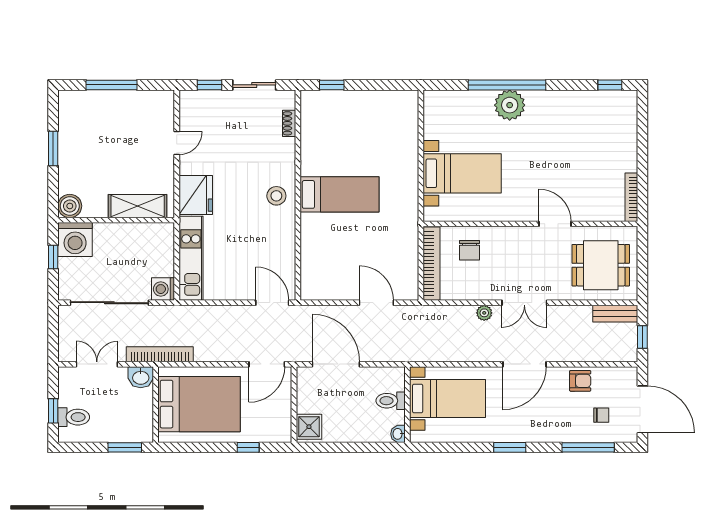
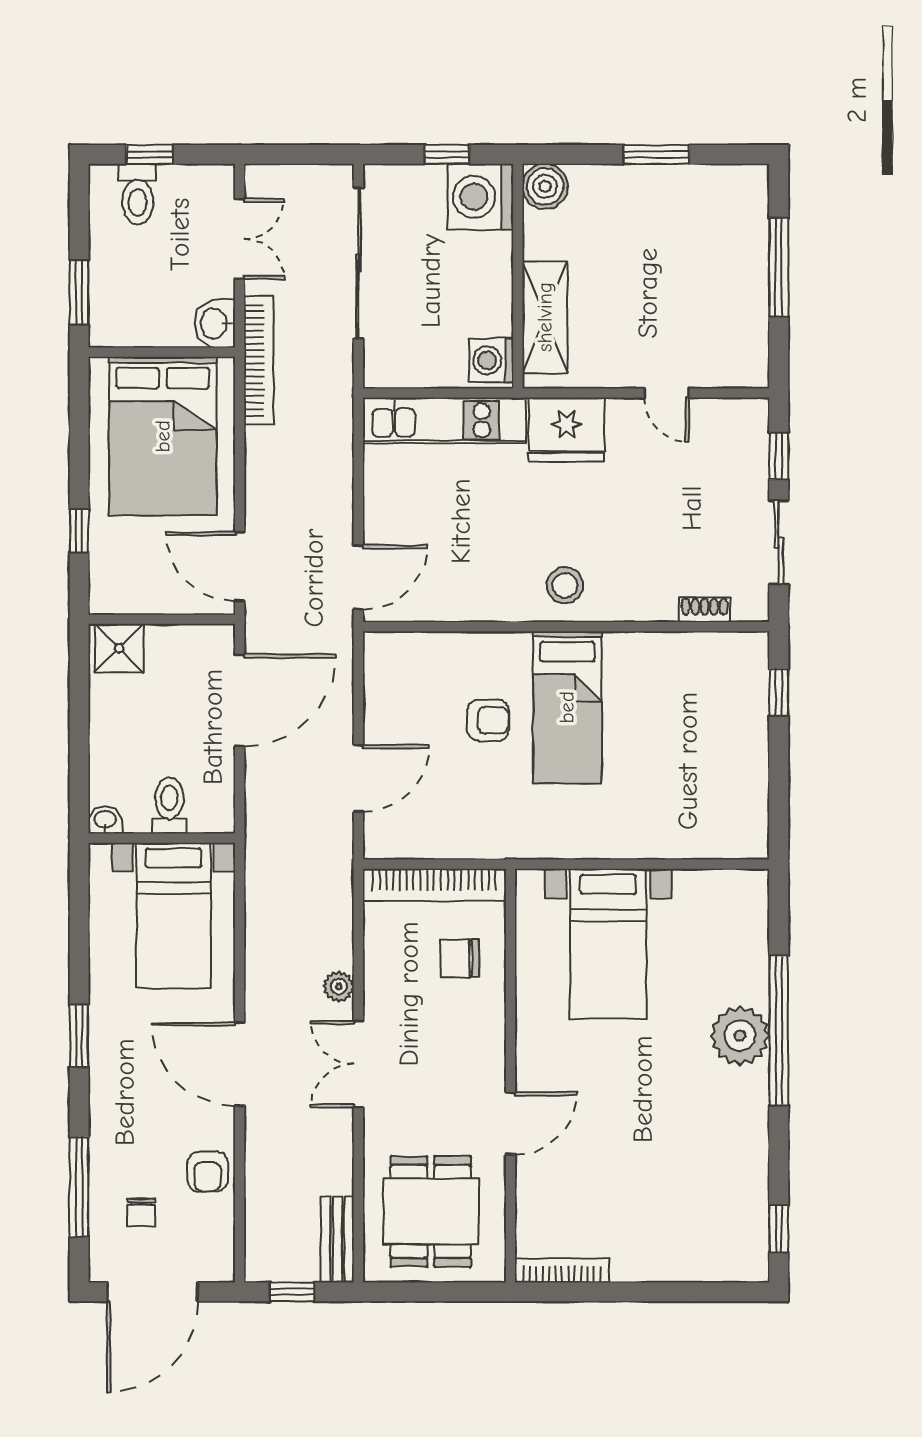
armchair: (346, 236) -> (488, 720), added
washing machine: (163, 289) -> (491, 360), moved, turned -90

